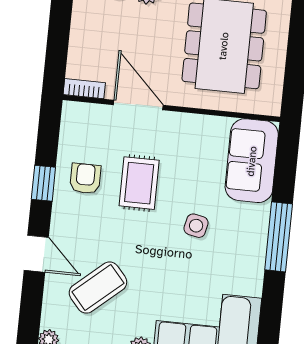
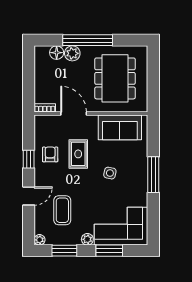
sofa: (252, 161) -> (120, 127), moved, turned -90
door: (36, 254) -> (29, 196), hinge flipped
coffee table: (98, 288) -> (62, 210), turned -49

